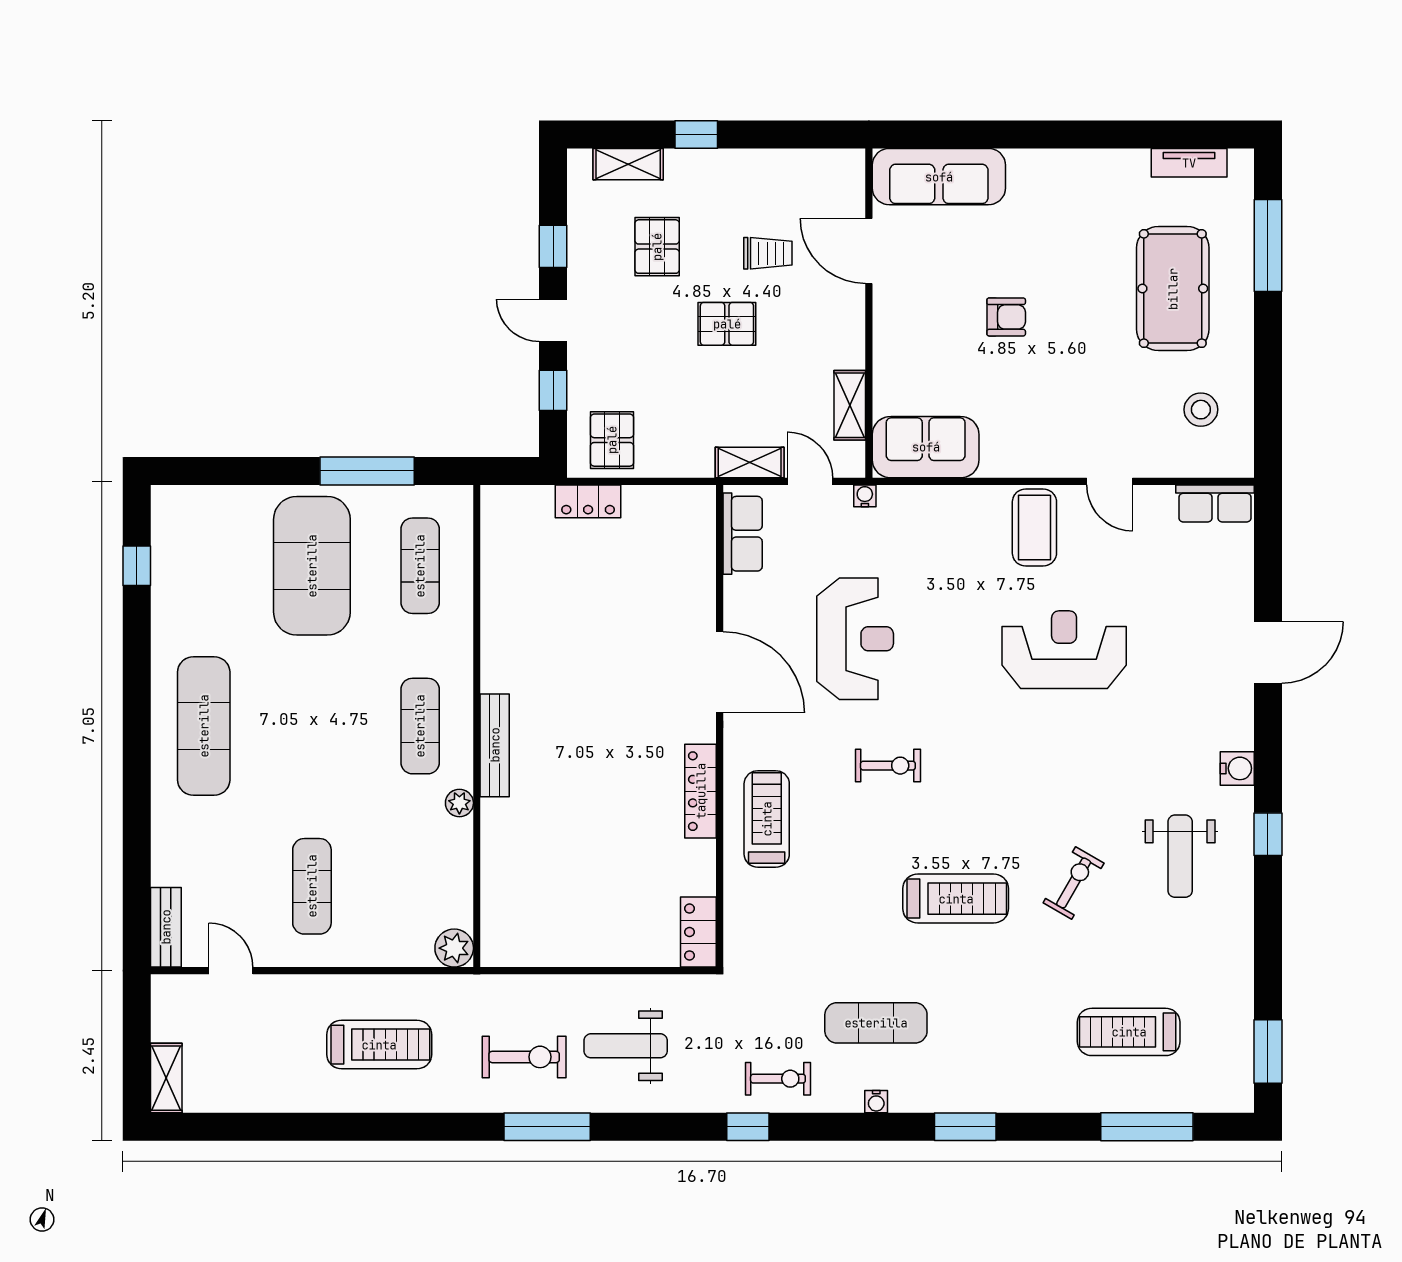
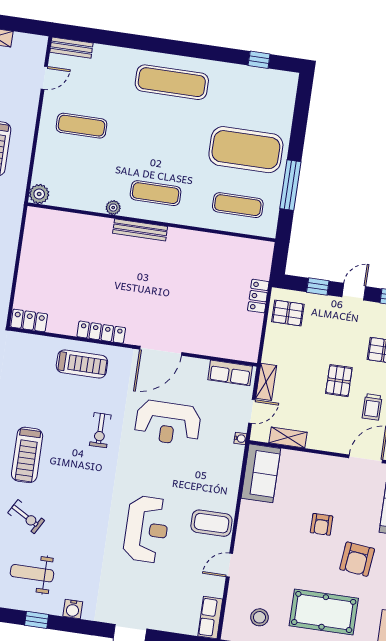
armchair: (1063, 240) -> (357, 559), added

